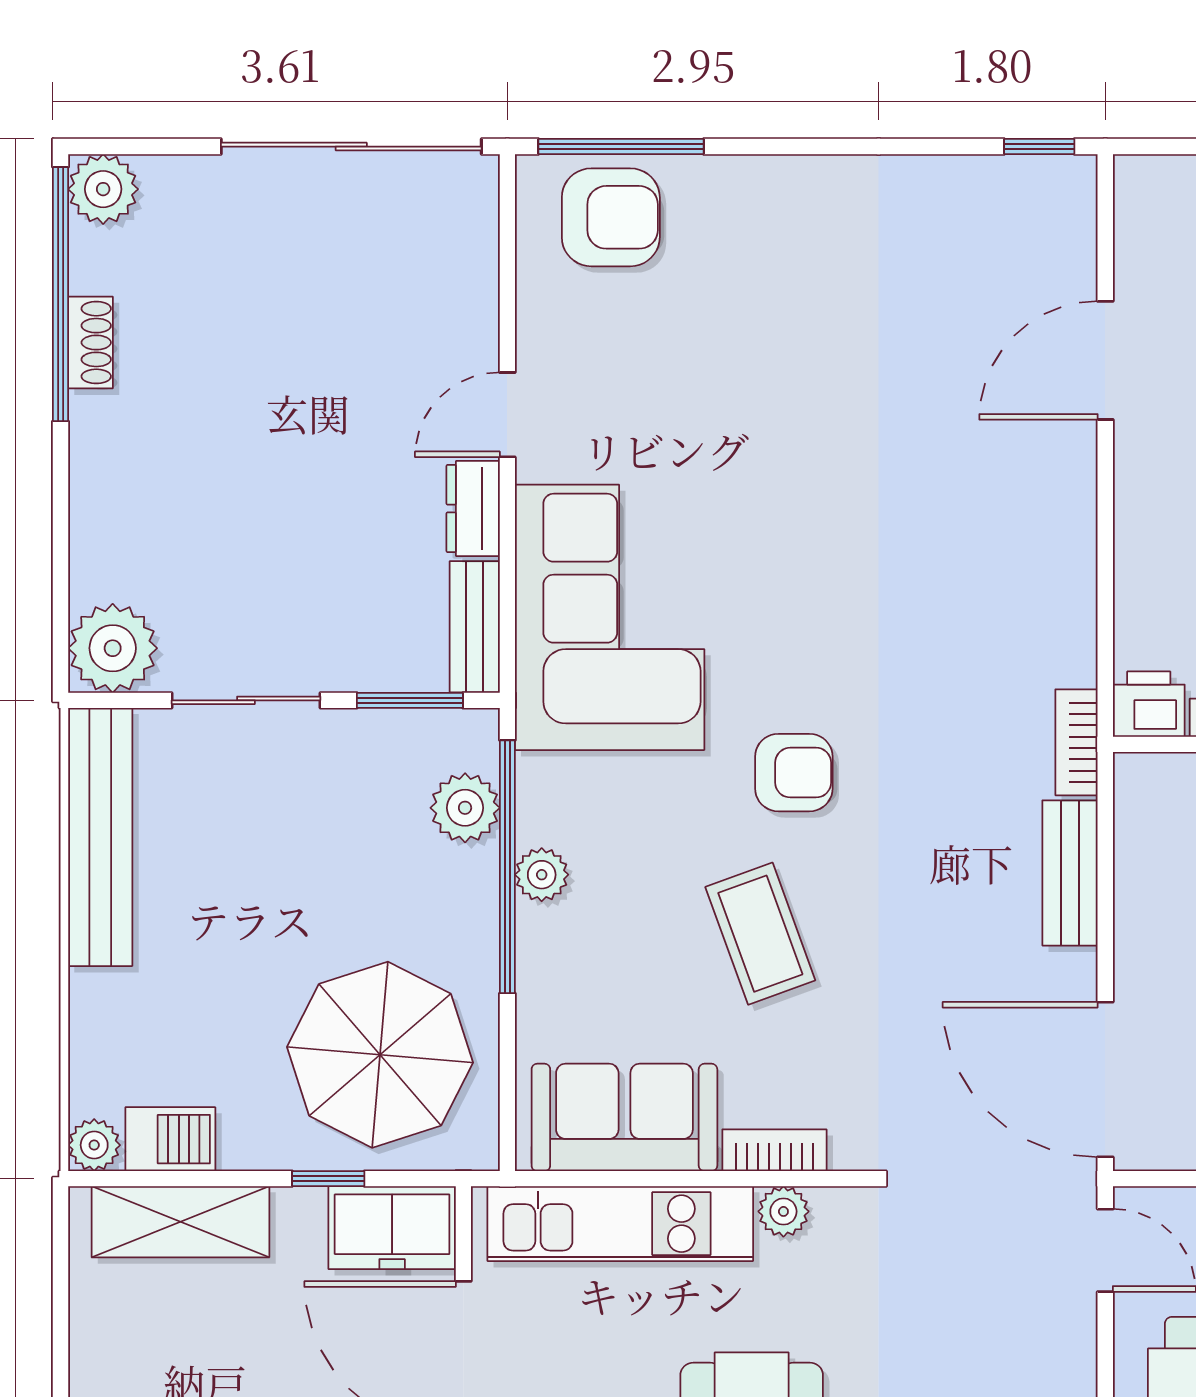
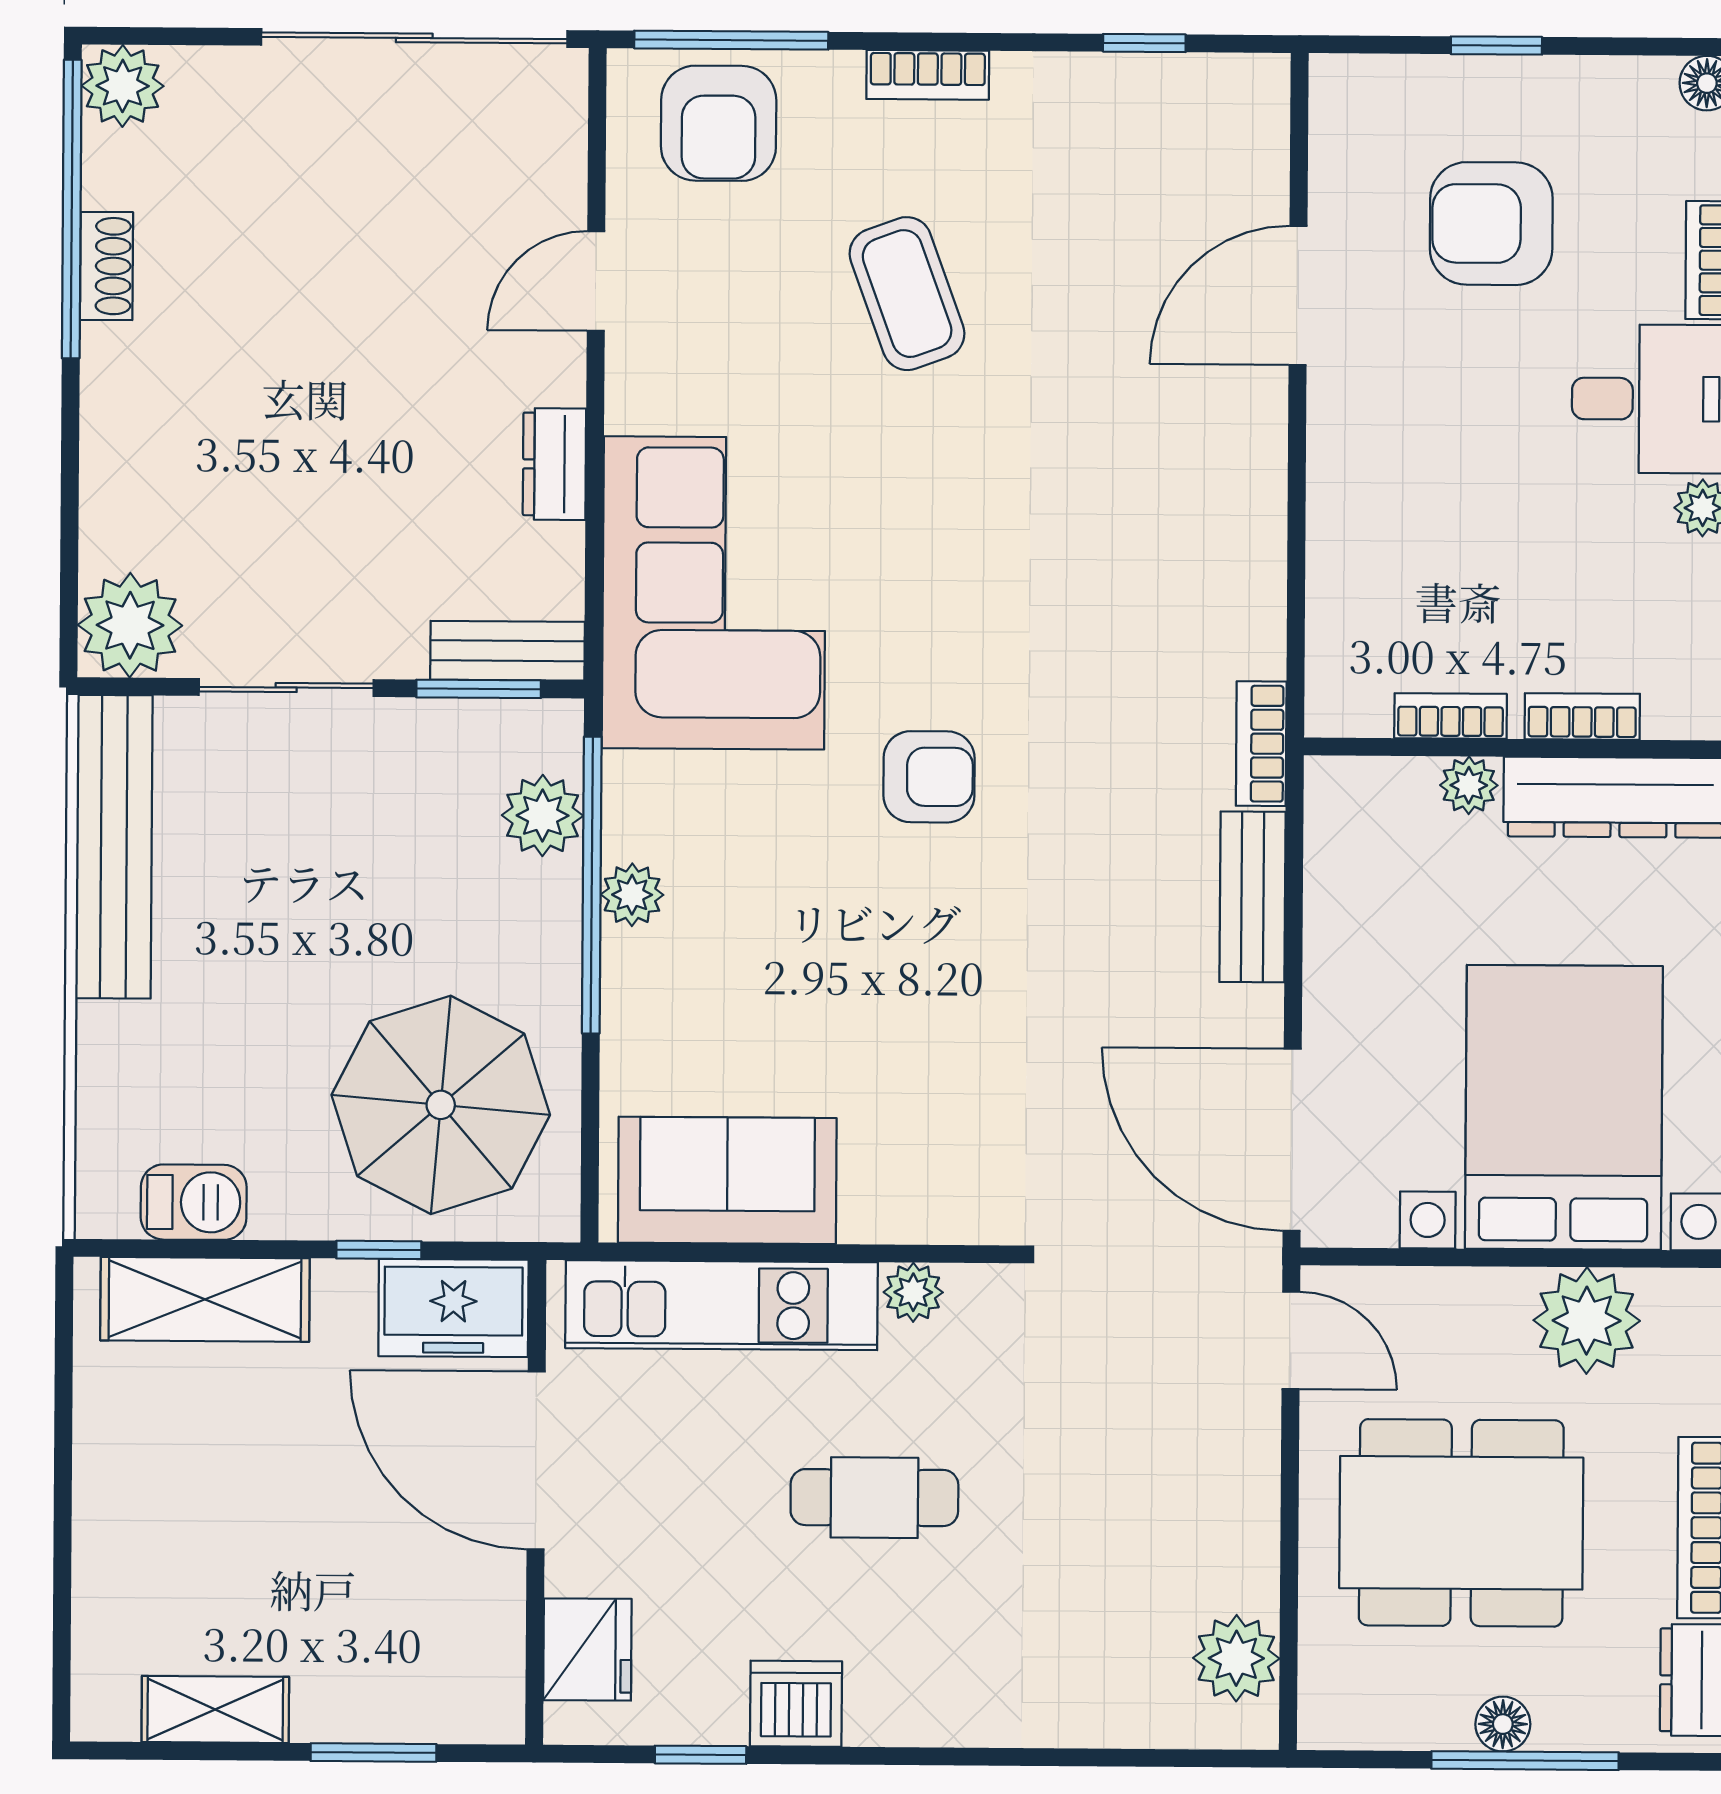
window: (1039, 147) -> (1144, 43), moved
armchair: (611, 217) -> (719, 123), turned 90
door: (507, 415) -> (596, 281), moved
bench: (475, 627) -> (507, 651), moved, turned 90
printer: (1149, 704) -> (1346, 699), removed
coffee table: (760, 934) -> (907, 294), moved
plant: (94, 1145) -> (104, 1208), removed
bookcase: (774, 1150) -> (928, 75), moved, turned 180

